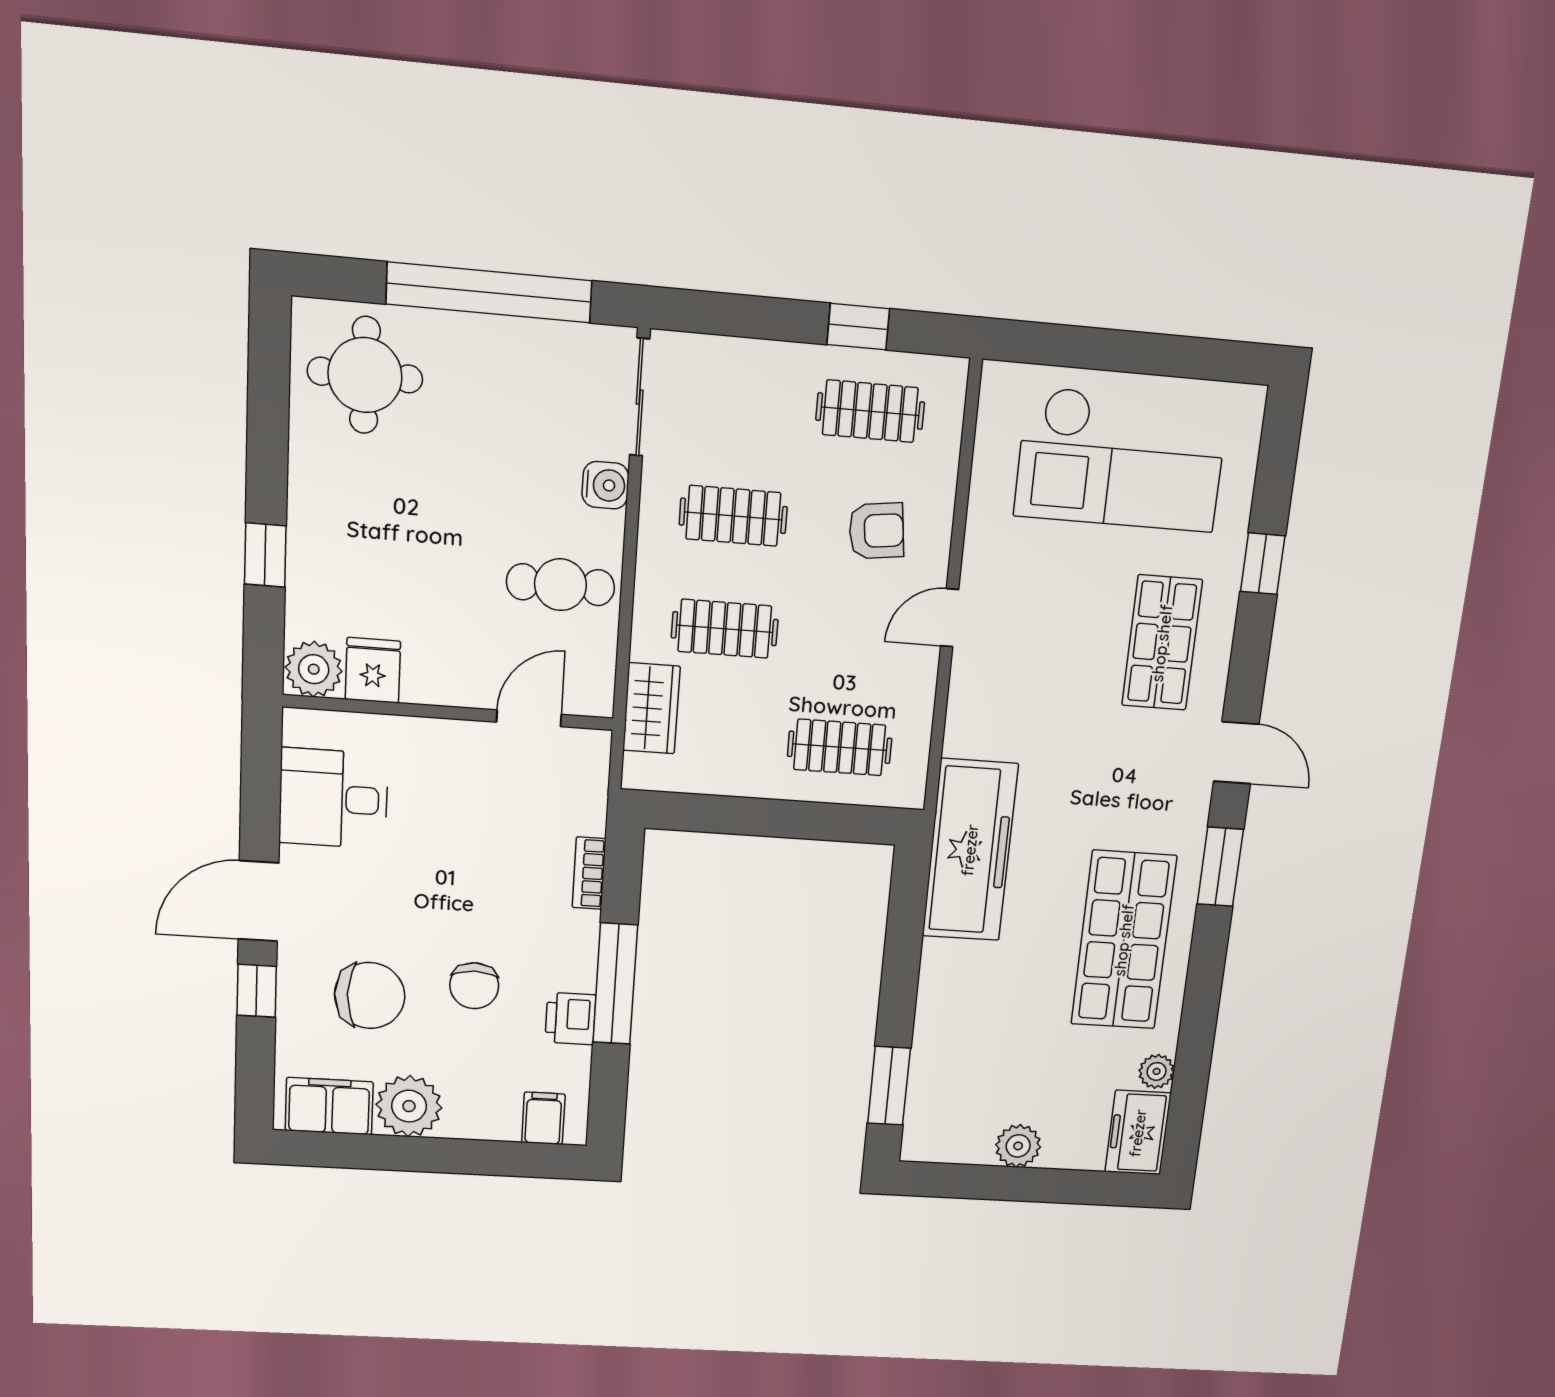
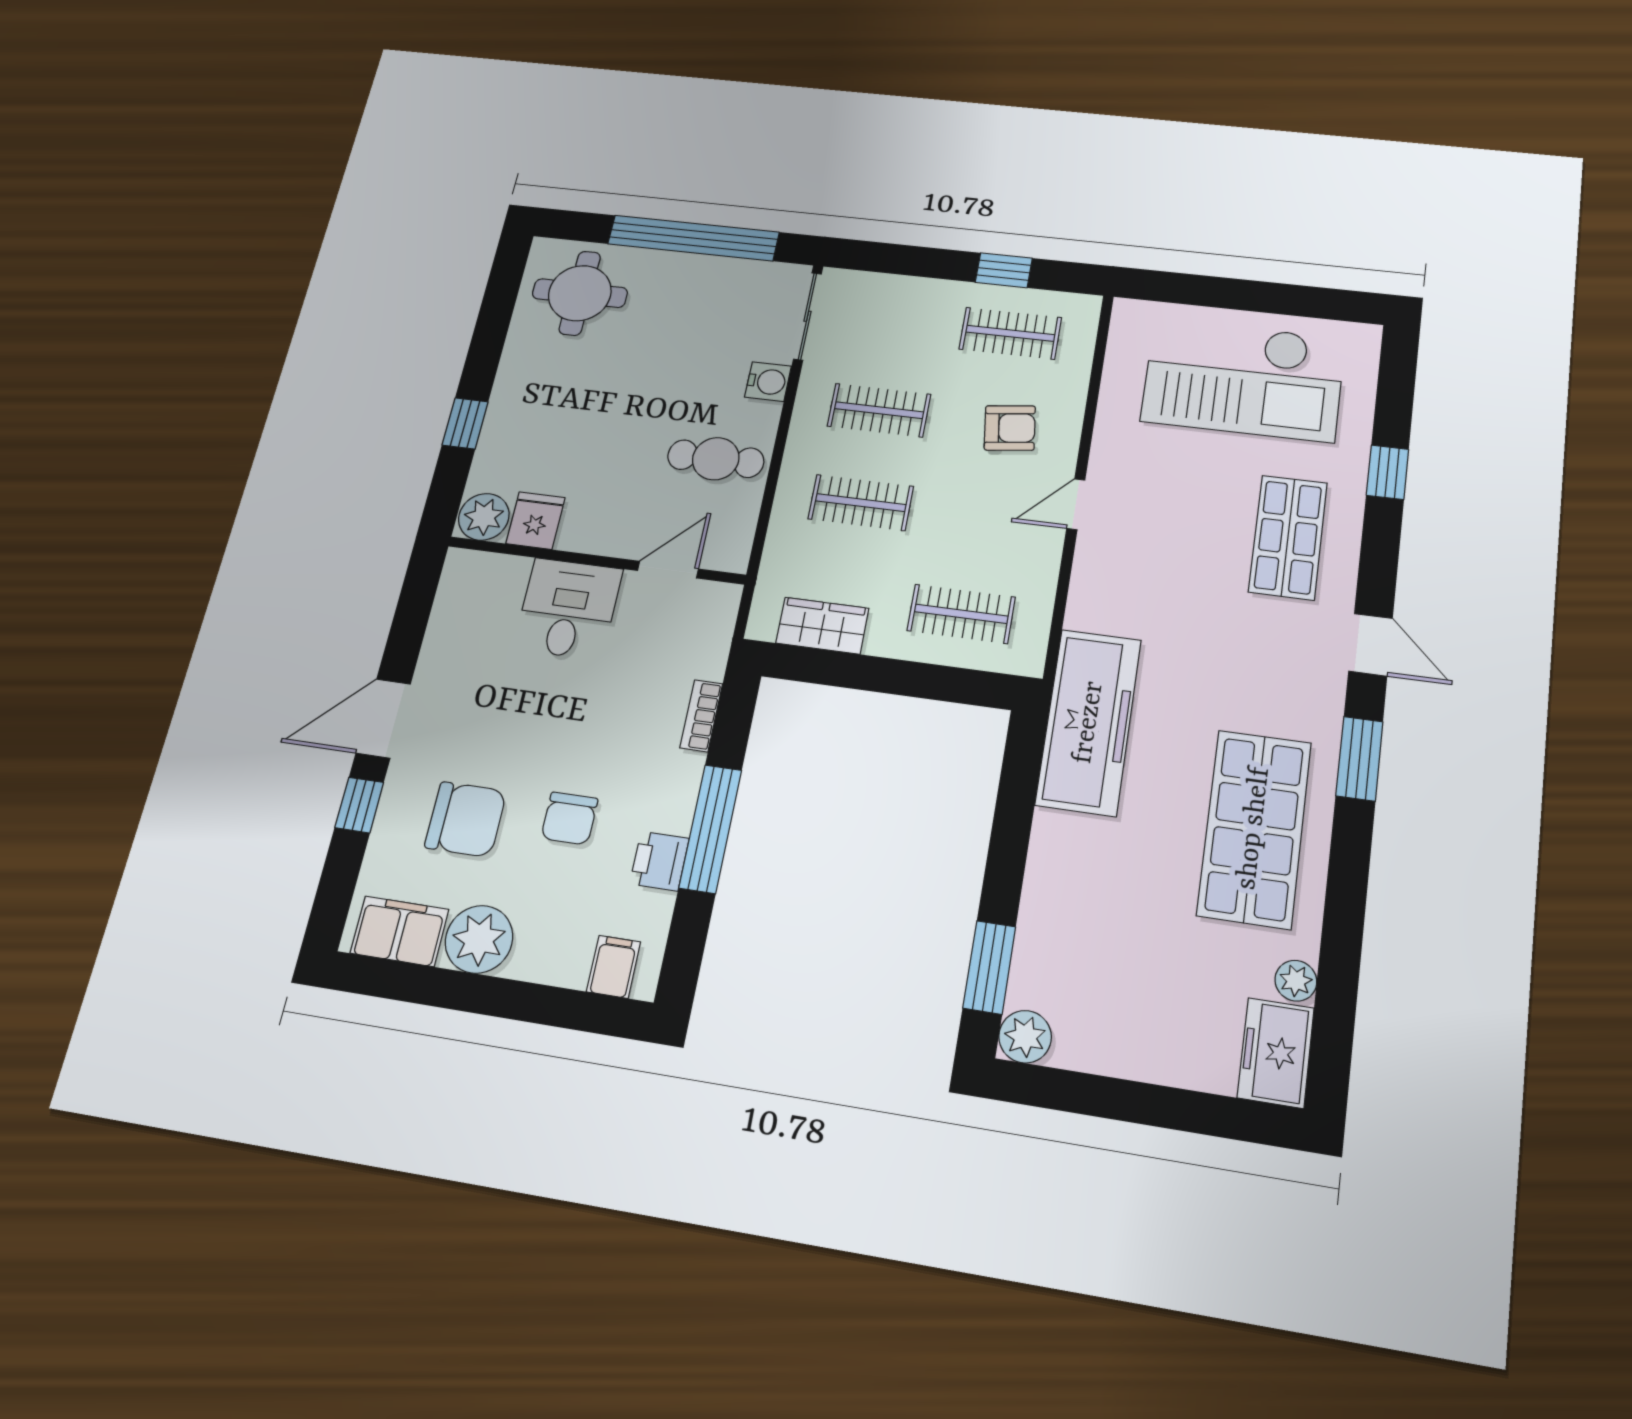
wardrobe: (651, 708) -> (822, 626), moved, turned -90
desk: (333, 799) -> (568, 609), moved, turned 90
plant: (1018, 1146) -> (1025, 1037), moved

